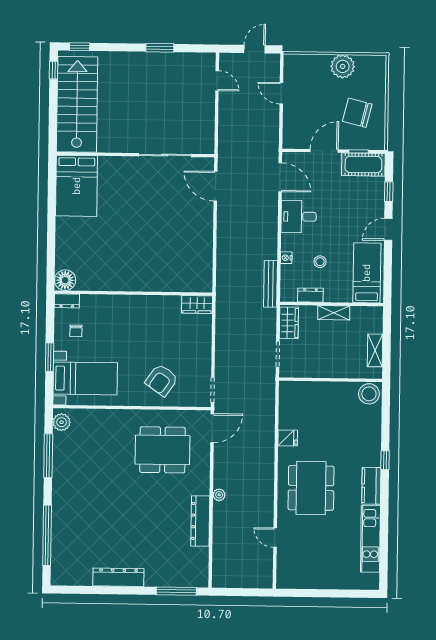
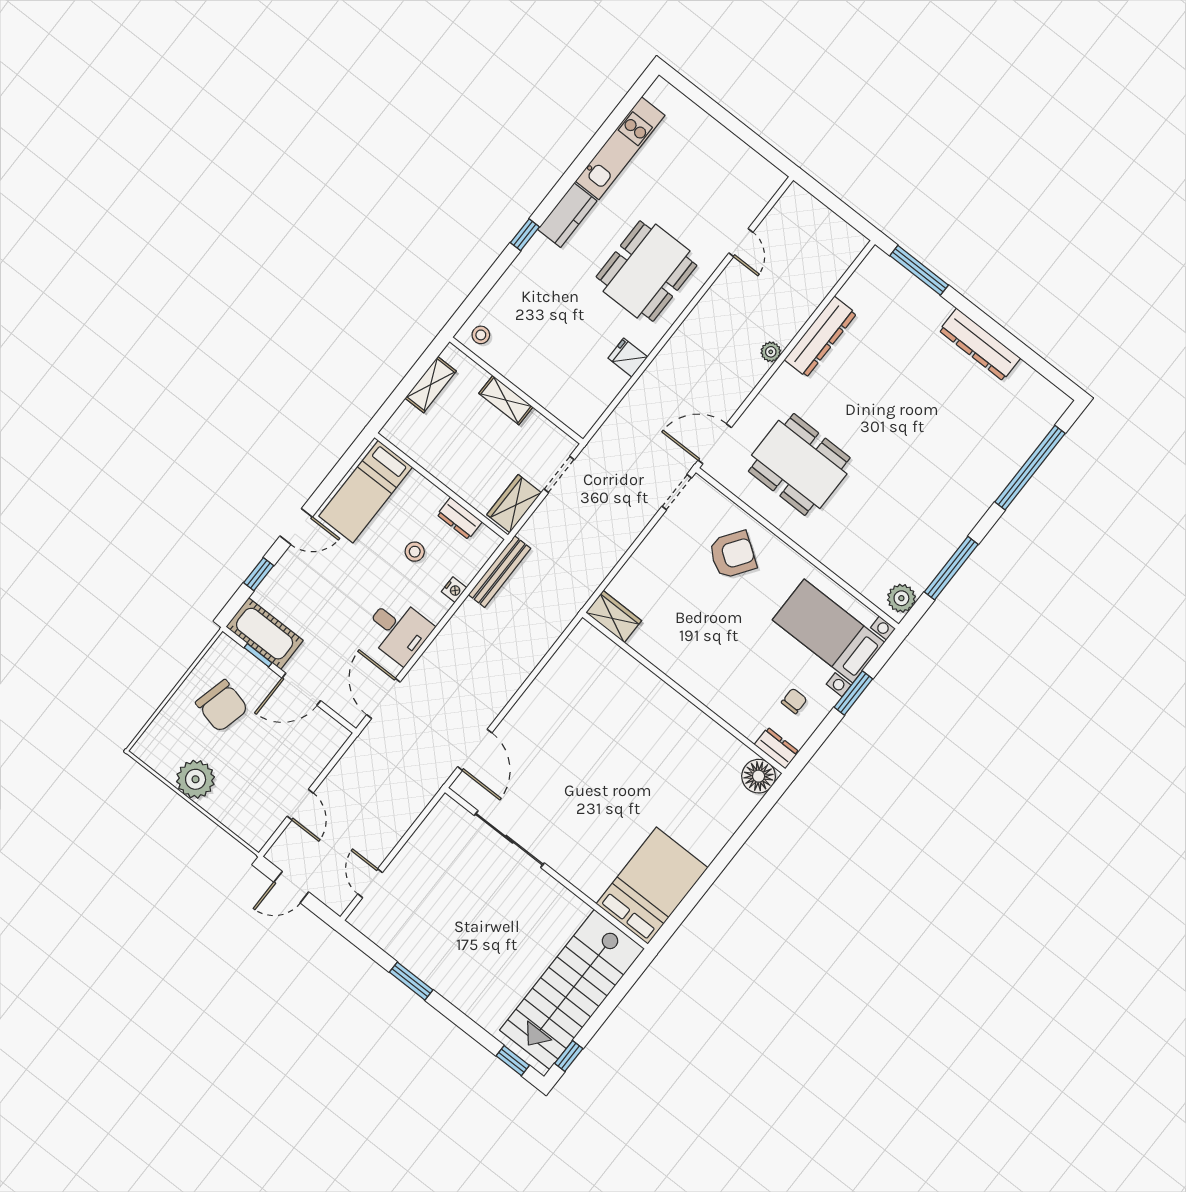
shelving: (334, 313) -> (506, 400), moved
stool: (369, 394) -> (481, 335), width x0.53, depth x0.53

